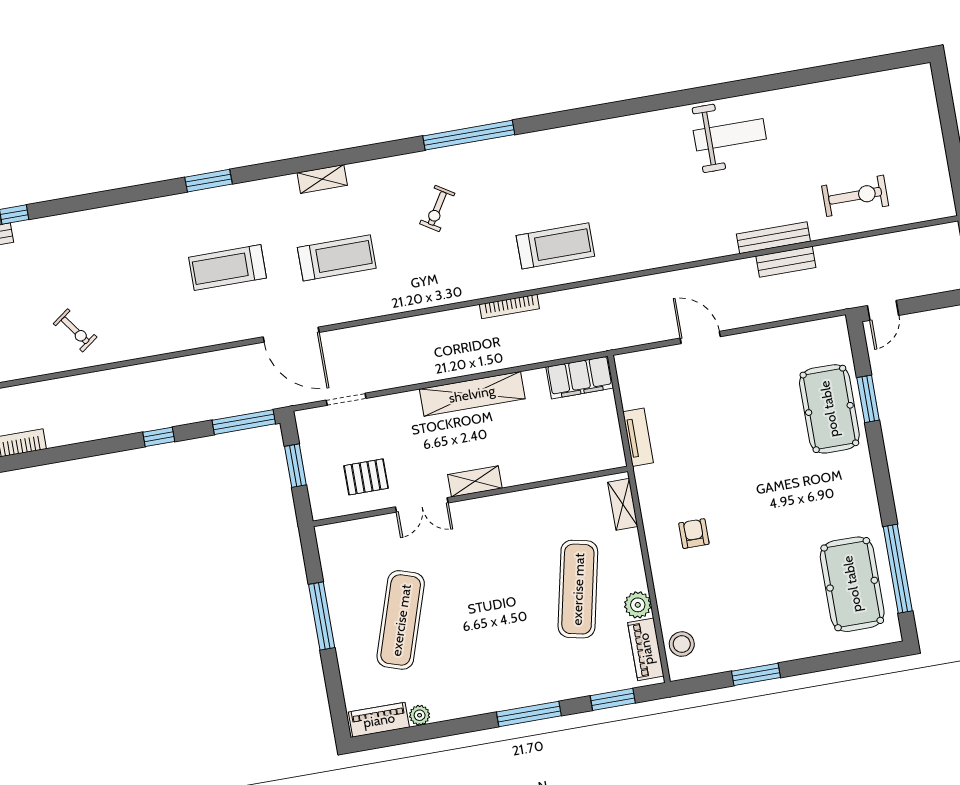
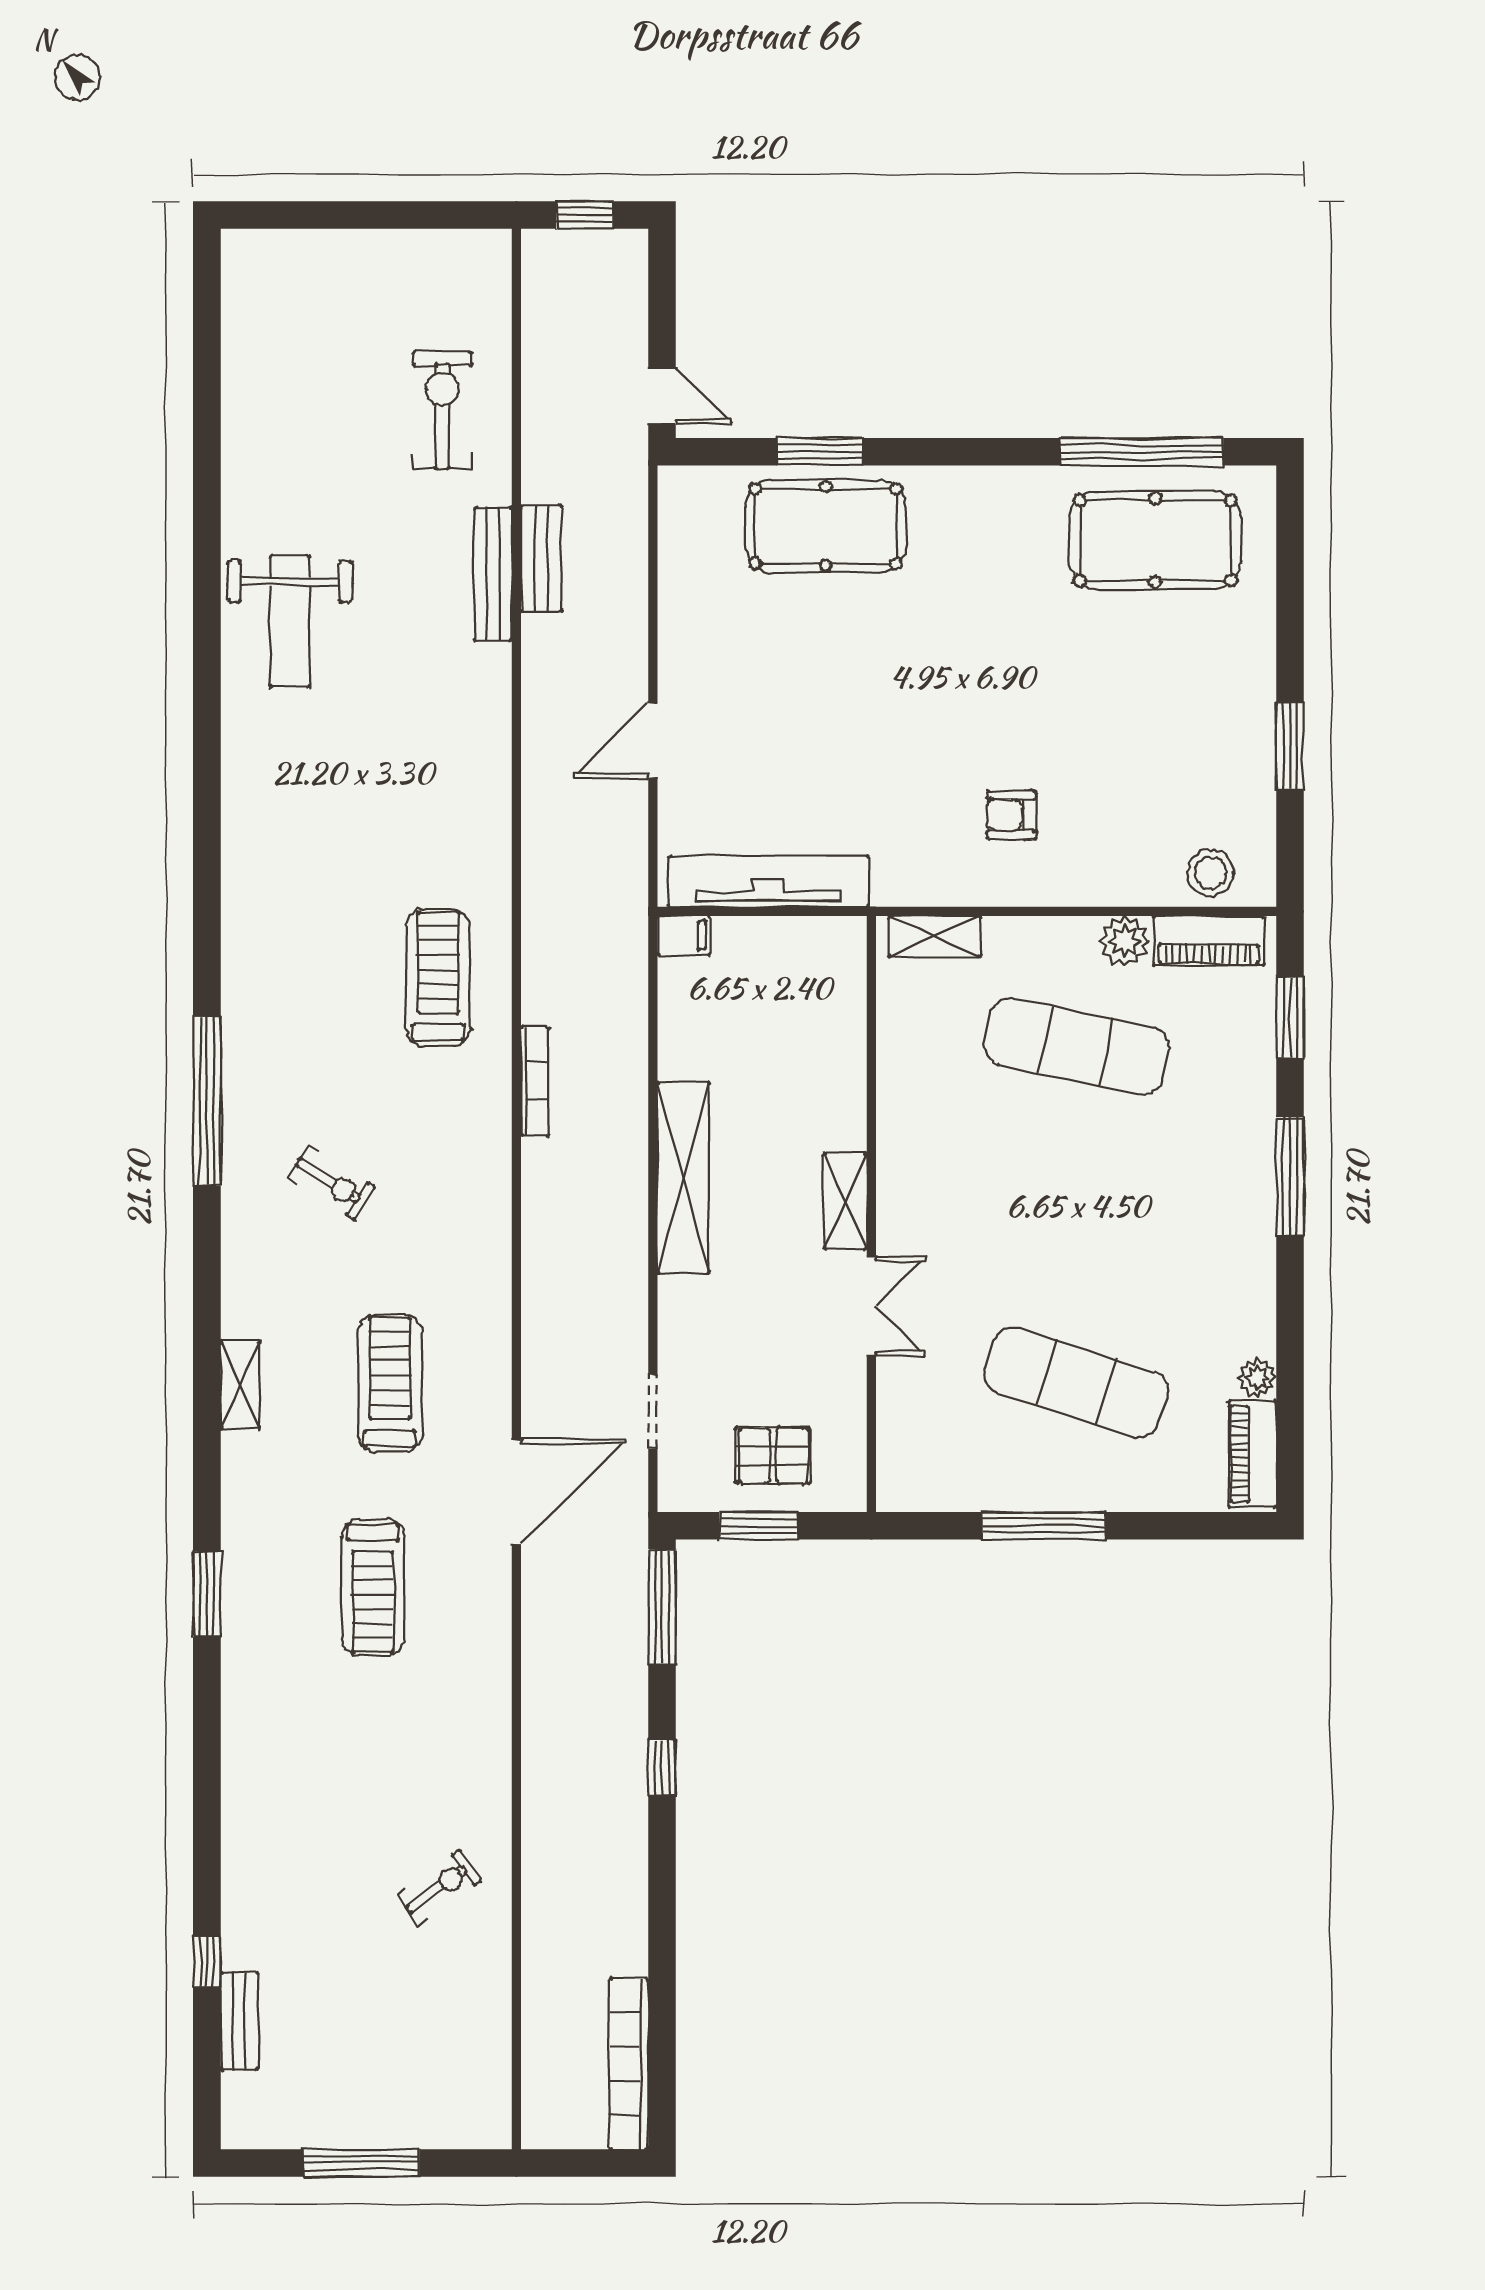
weight bench: (730, 135) -> (290, 621), turned 180
filing cabinet: (580, 378) -> (684, 936), width x0.33, depth x0.86
tv unit: (638, 437) -> (769, 881), width x1.92, depth x1.29
pallet: (366, 477) -> (773, 1455), moved, turned 90

